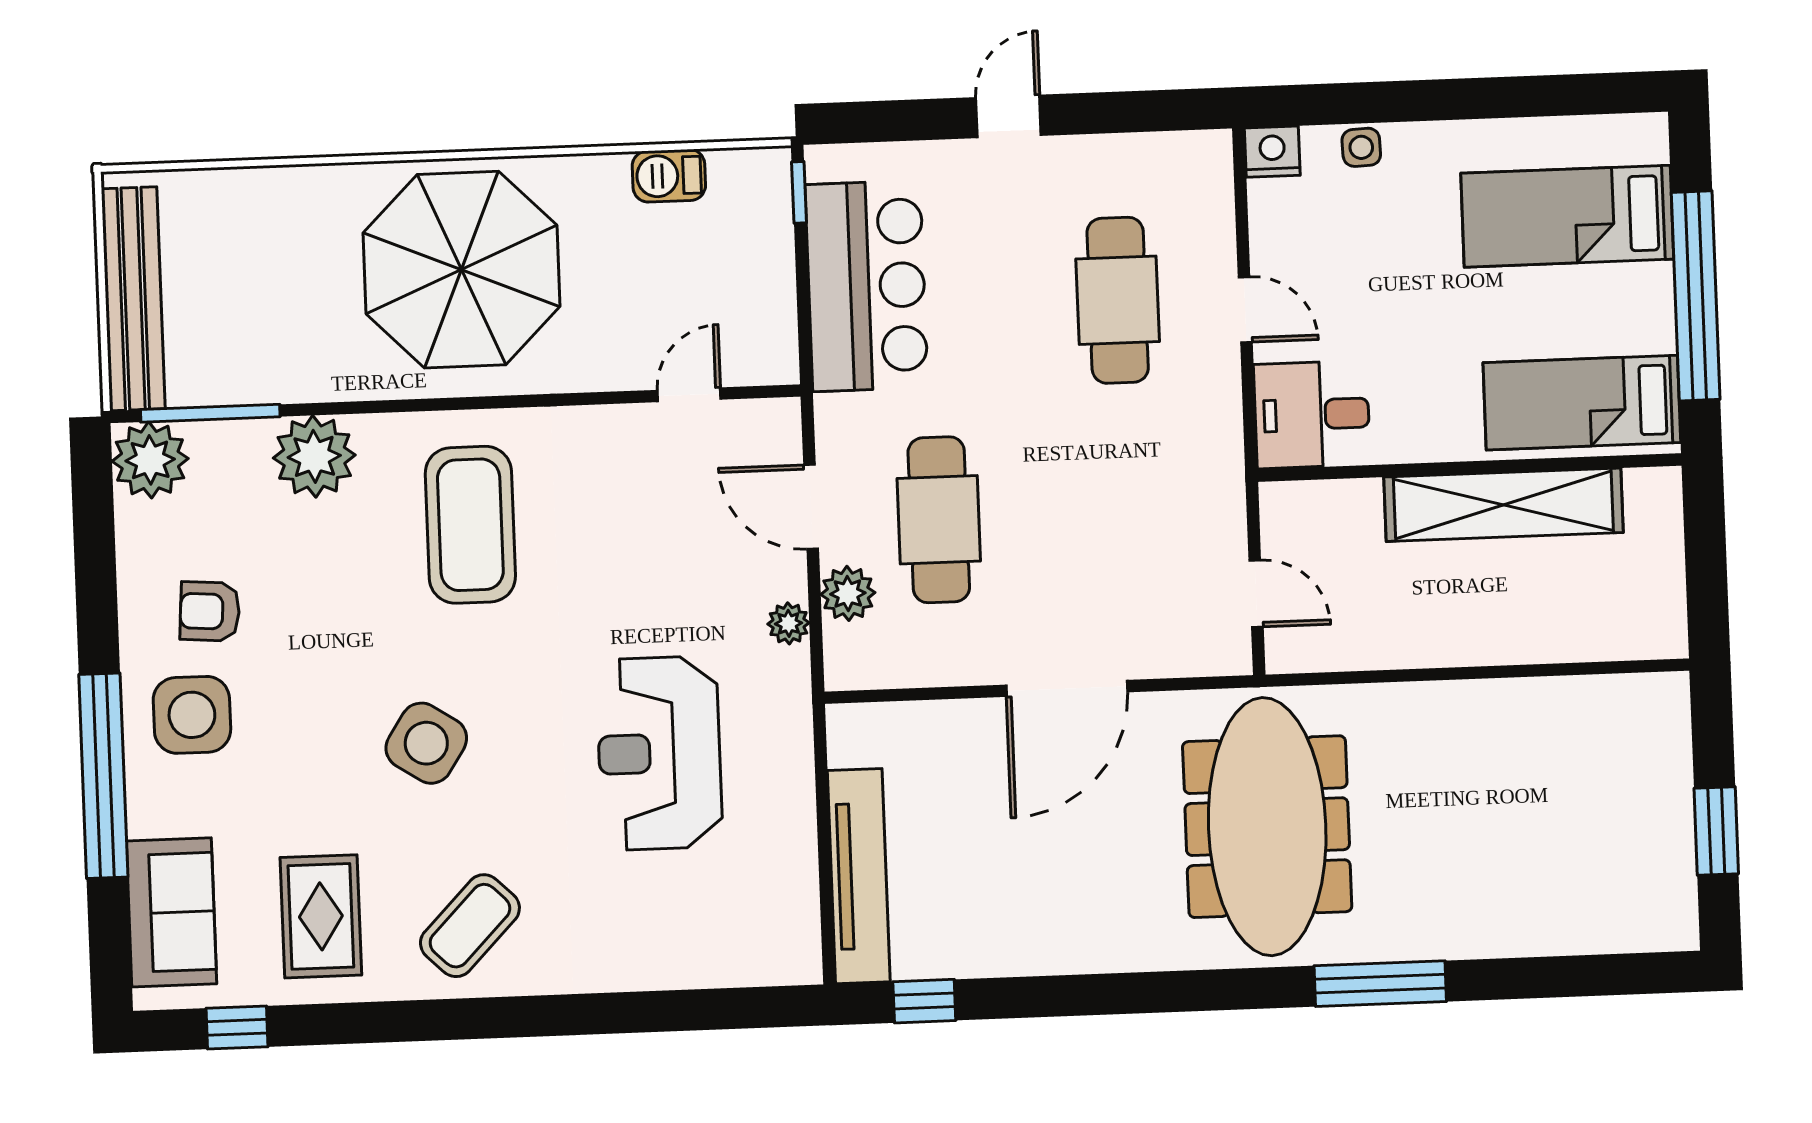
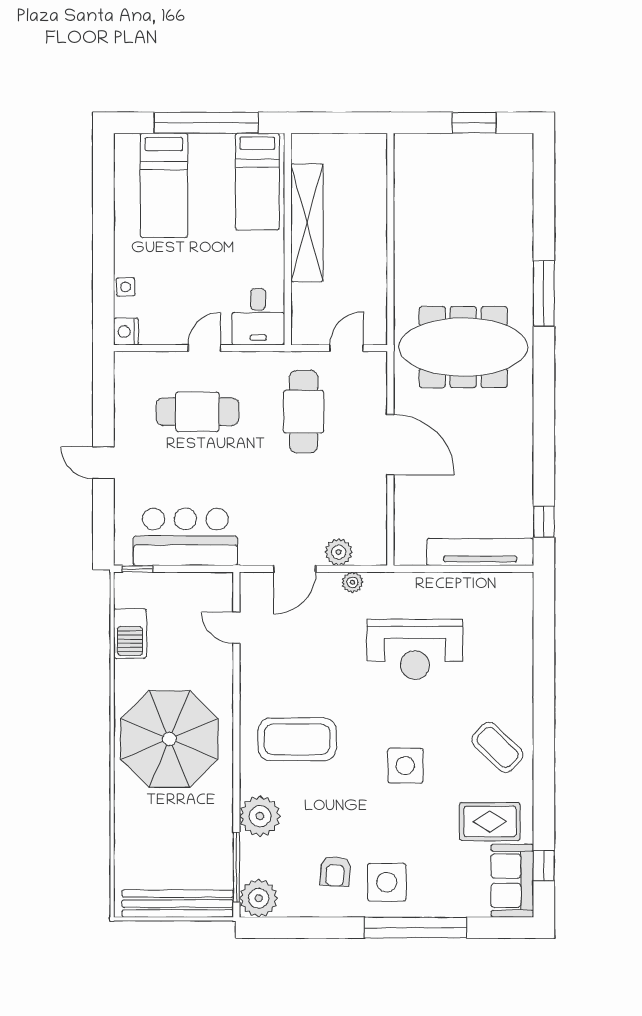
barbecue: (669, 176) -> (130, 634), width x1.38, depth x1.27
cafe table: (939, 520) -> (304, 412), moved, turned 90
side table: (426, 743) -> (405, 766), turned -33
sofa: (172, 912) -> (512, 881), moved, turned -90

